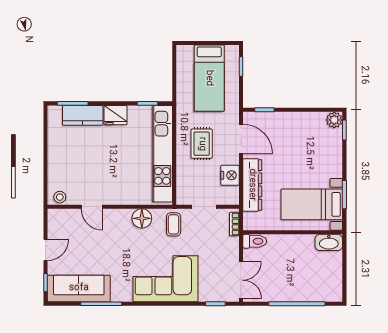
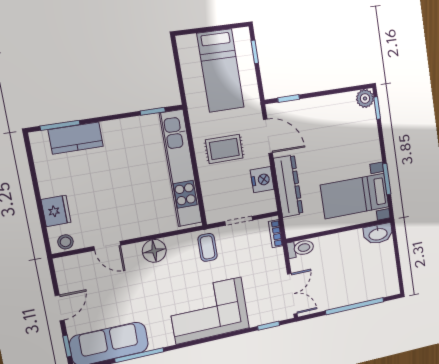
fridge: (115, 115) -> (56, 211), moved, turned -90
rug: (202, 144) -> (224, 149), turned 90
floor lamp: (142, 218) -> (154, 251), moved

